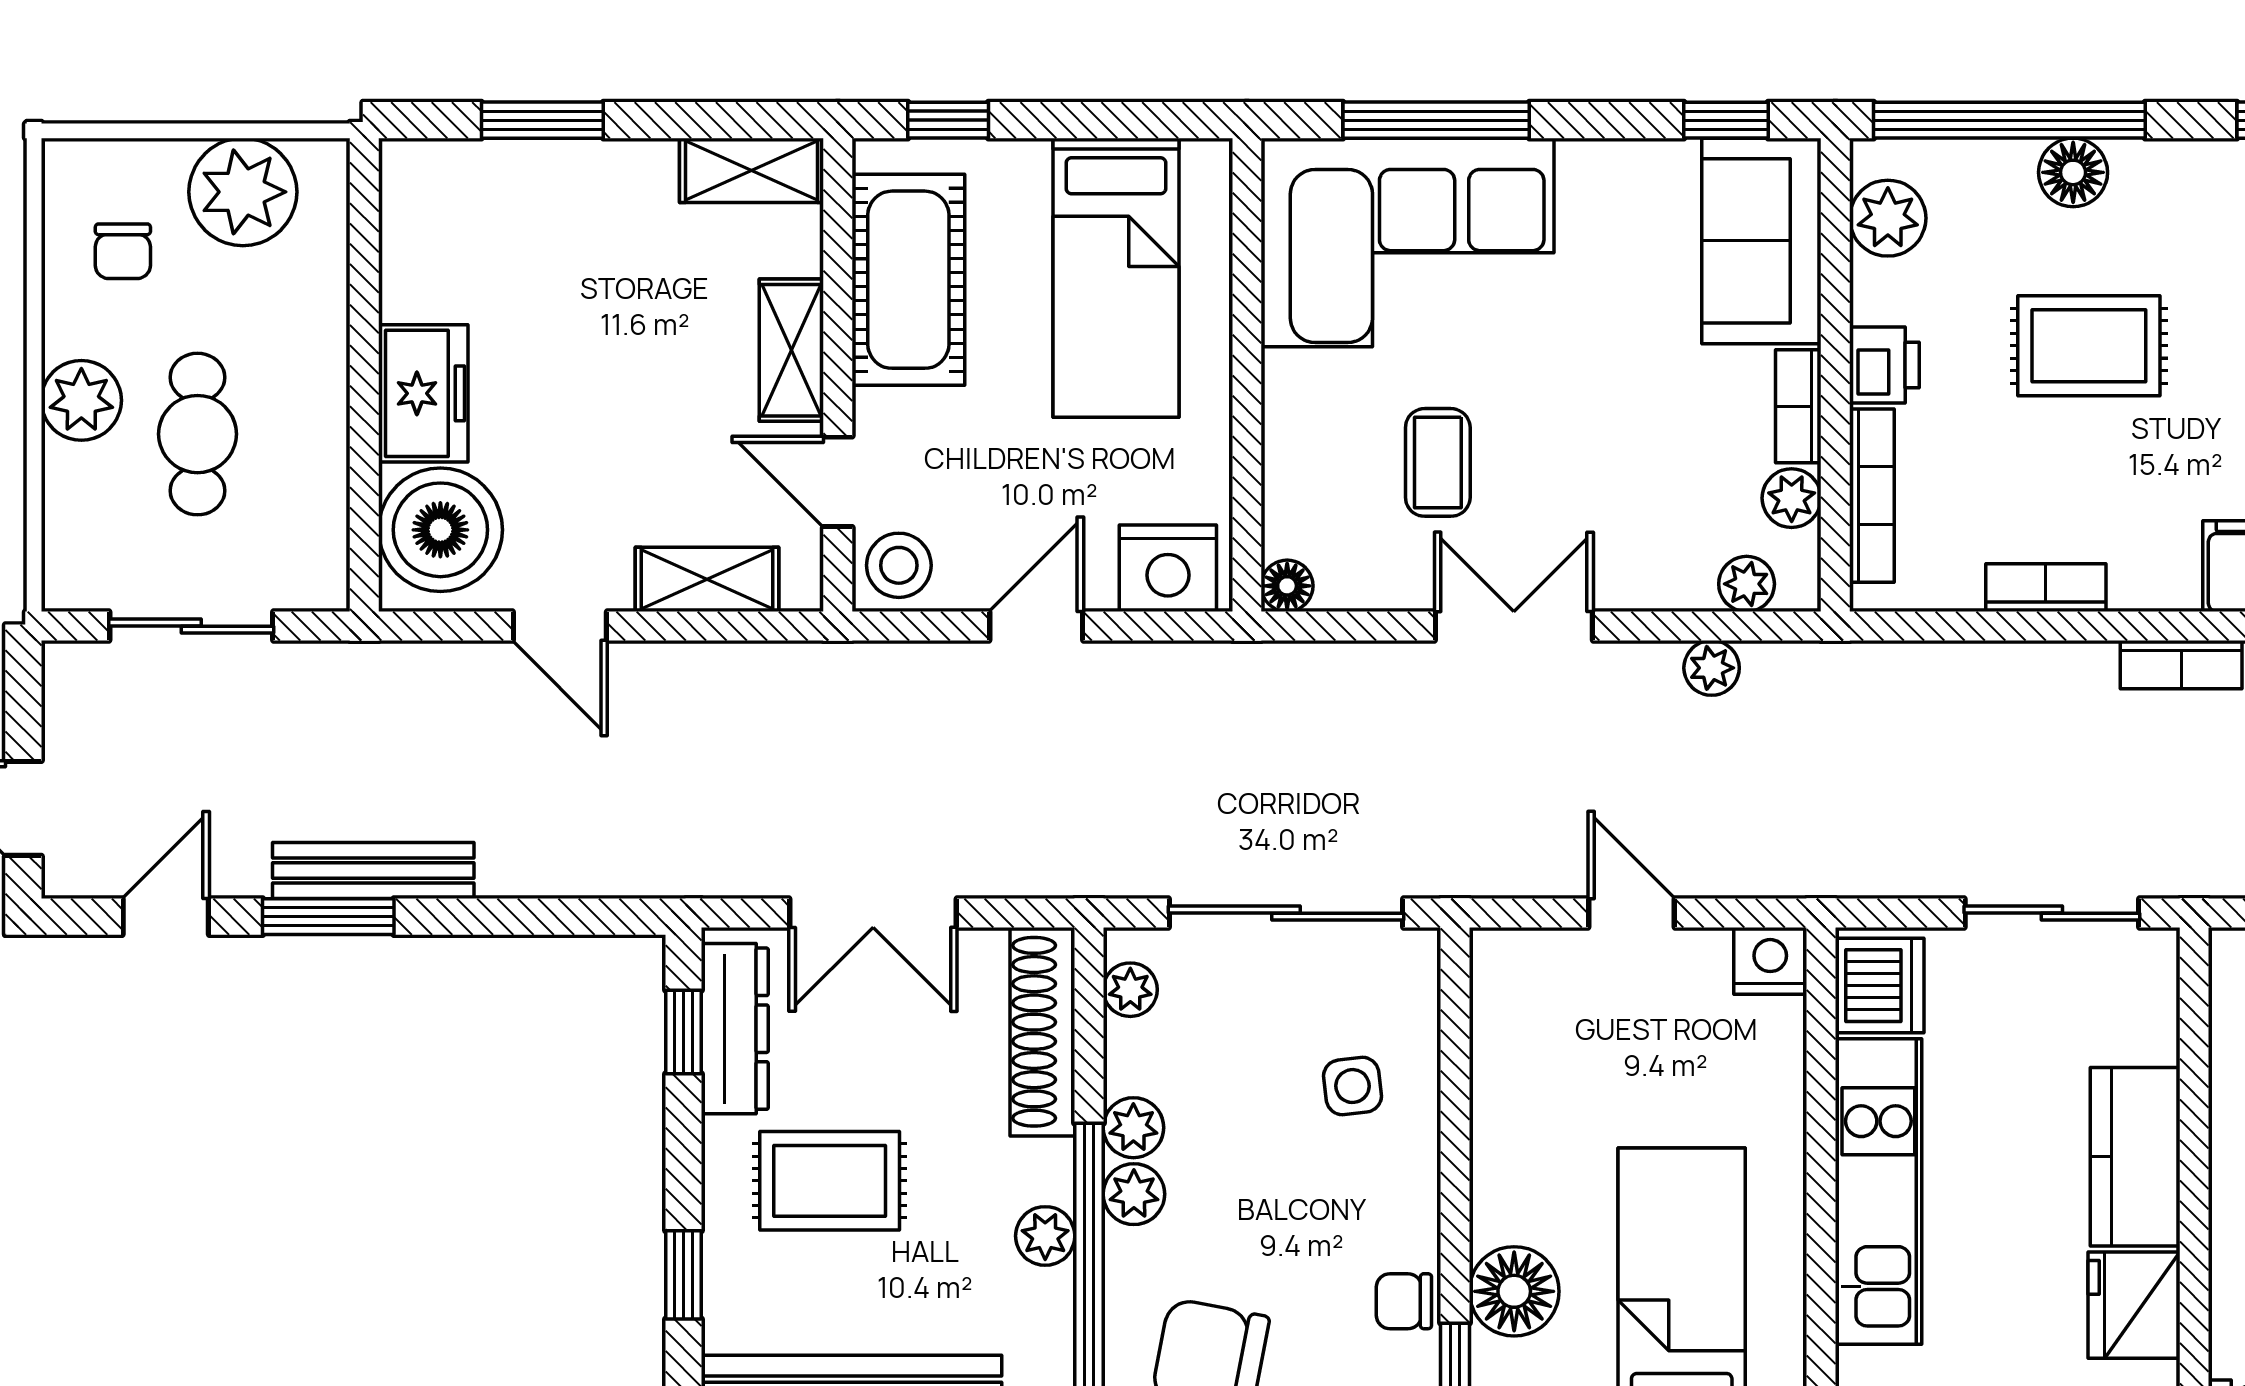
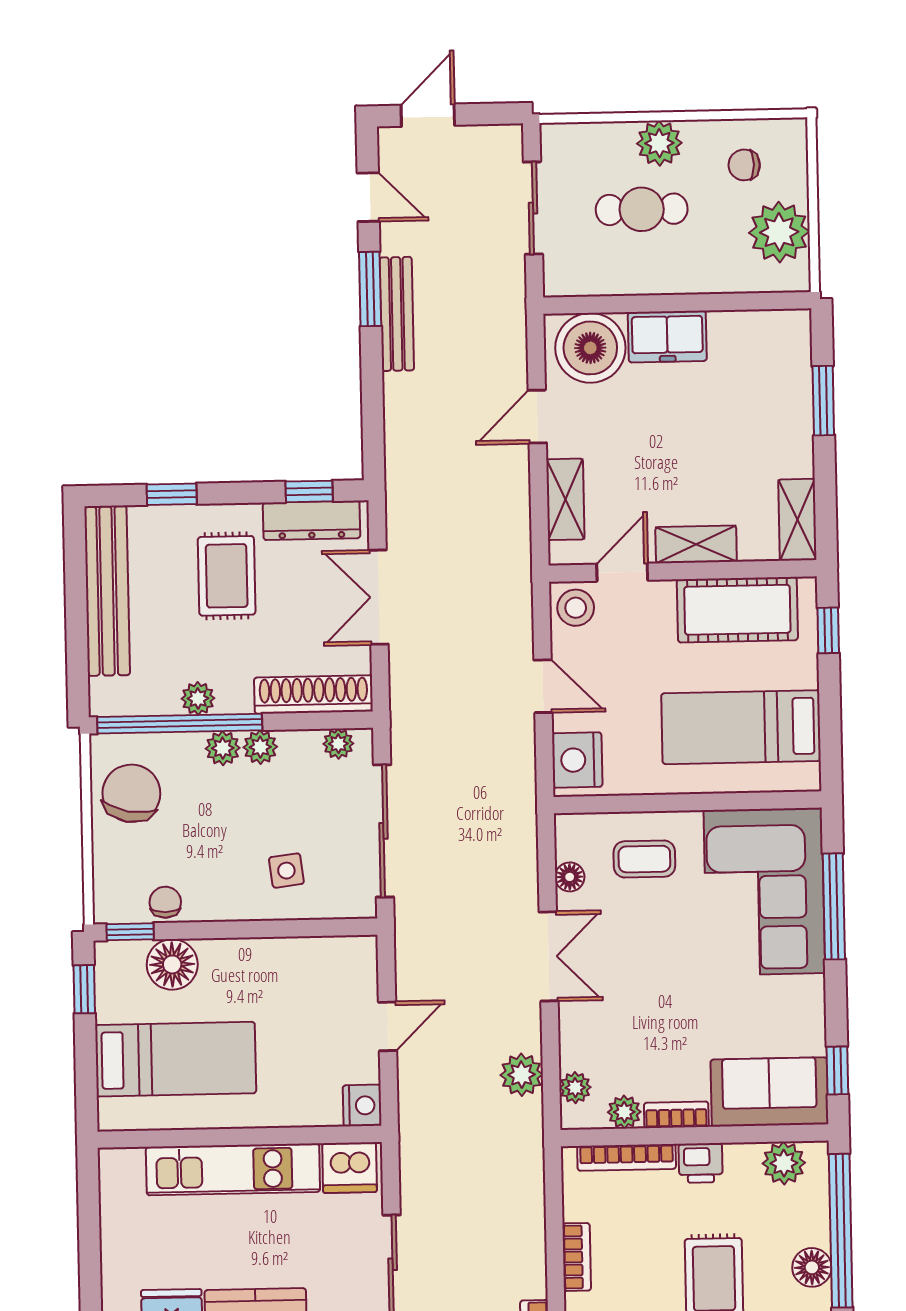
coffee table: (1438, 462) -> (644, 859), moved
floor lamp: (1287, 586) -> (570, 877), moved
plant: (1712, 668) -> (522, 1075), width x1.38, depth x1.38

